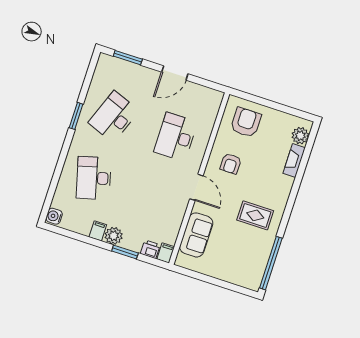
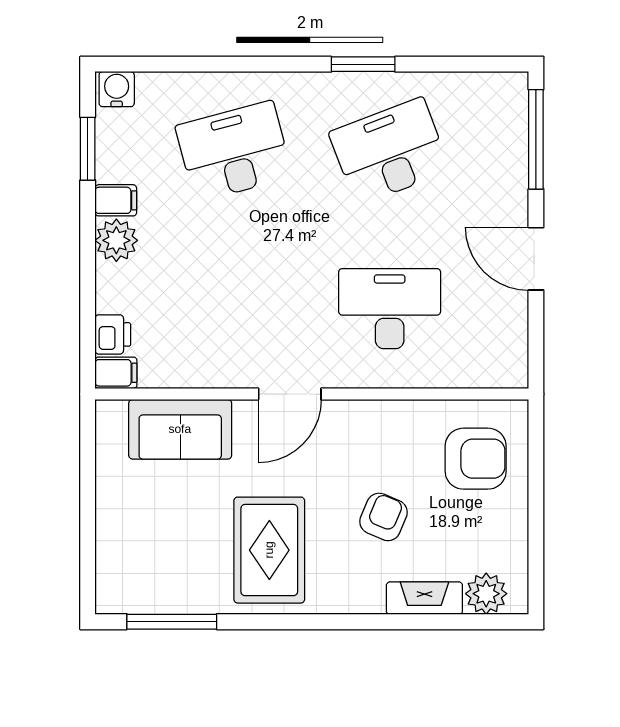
window: (128, 58) -> (536, 139), width x1.44
desk: (114, 117) -> (390, 151), turned -42
armchair: (231, 164) -> (384, 517), moved, turned 113
rug: (255, 215) -> (269, 550), width x1.36, depth x1.43
window: (125, 252) -> (88, 149), moved
window: (271, 263) -> (172, 622), width x0.68

